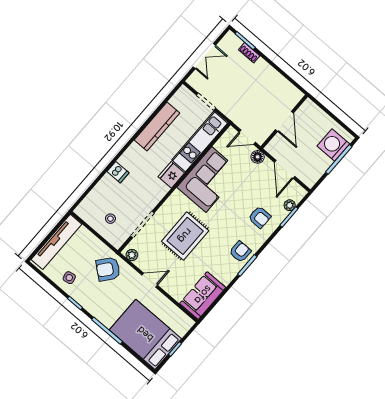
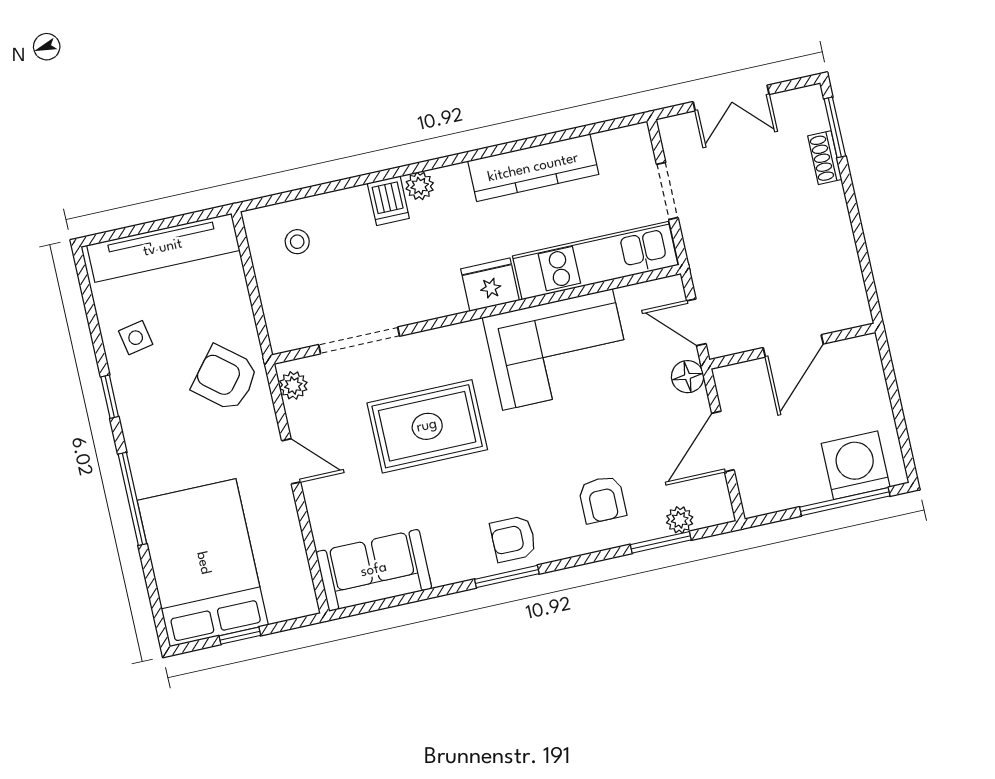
plant: (125, 160) -> (420, 186), added
stool: (110, 219) -> (297, 242), moved
armchair: (240, 252) -> (513, 539), turned 180

